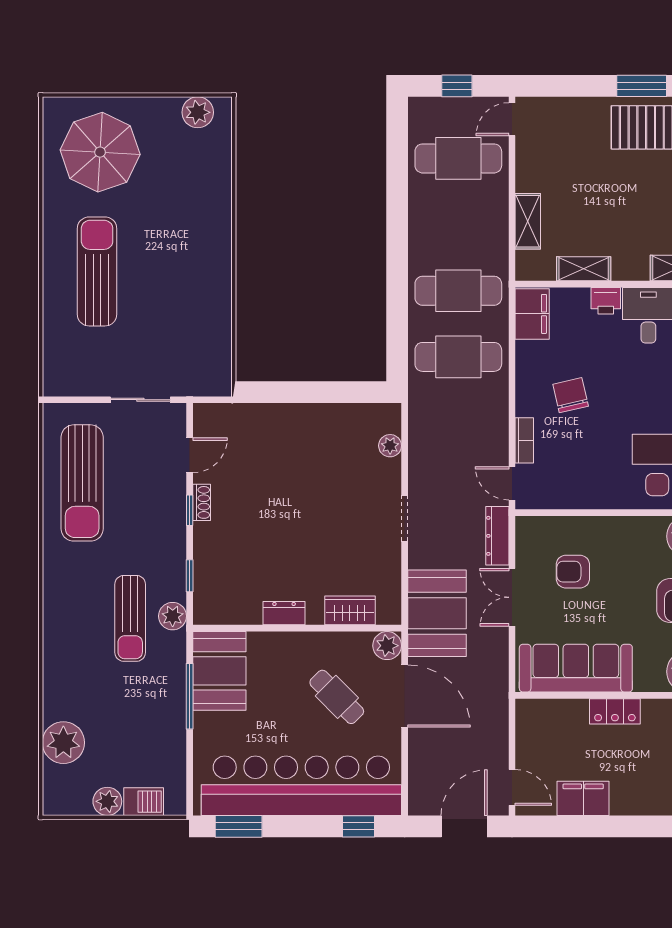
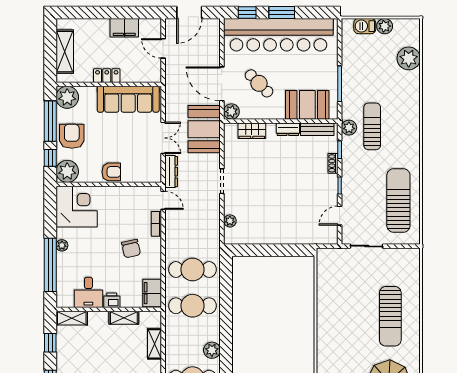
plant: (423, 209) -> (212, 350), added
shoe rack: (202, 502) -> (333, 163), moved
armchair: (573, 572) -> (111, 172), moved
bench: (231, 613) -> (317, 129), added
booth: (219, 671) -> (307, 105), moved, turned 90
door: (512, 787) -> (163, 48), moved
window: (239, 826) -> (282, 12), moved

